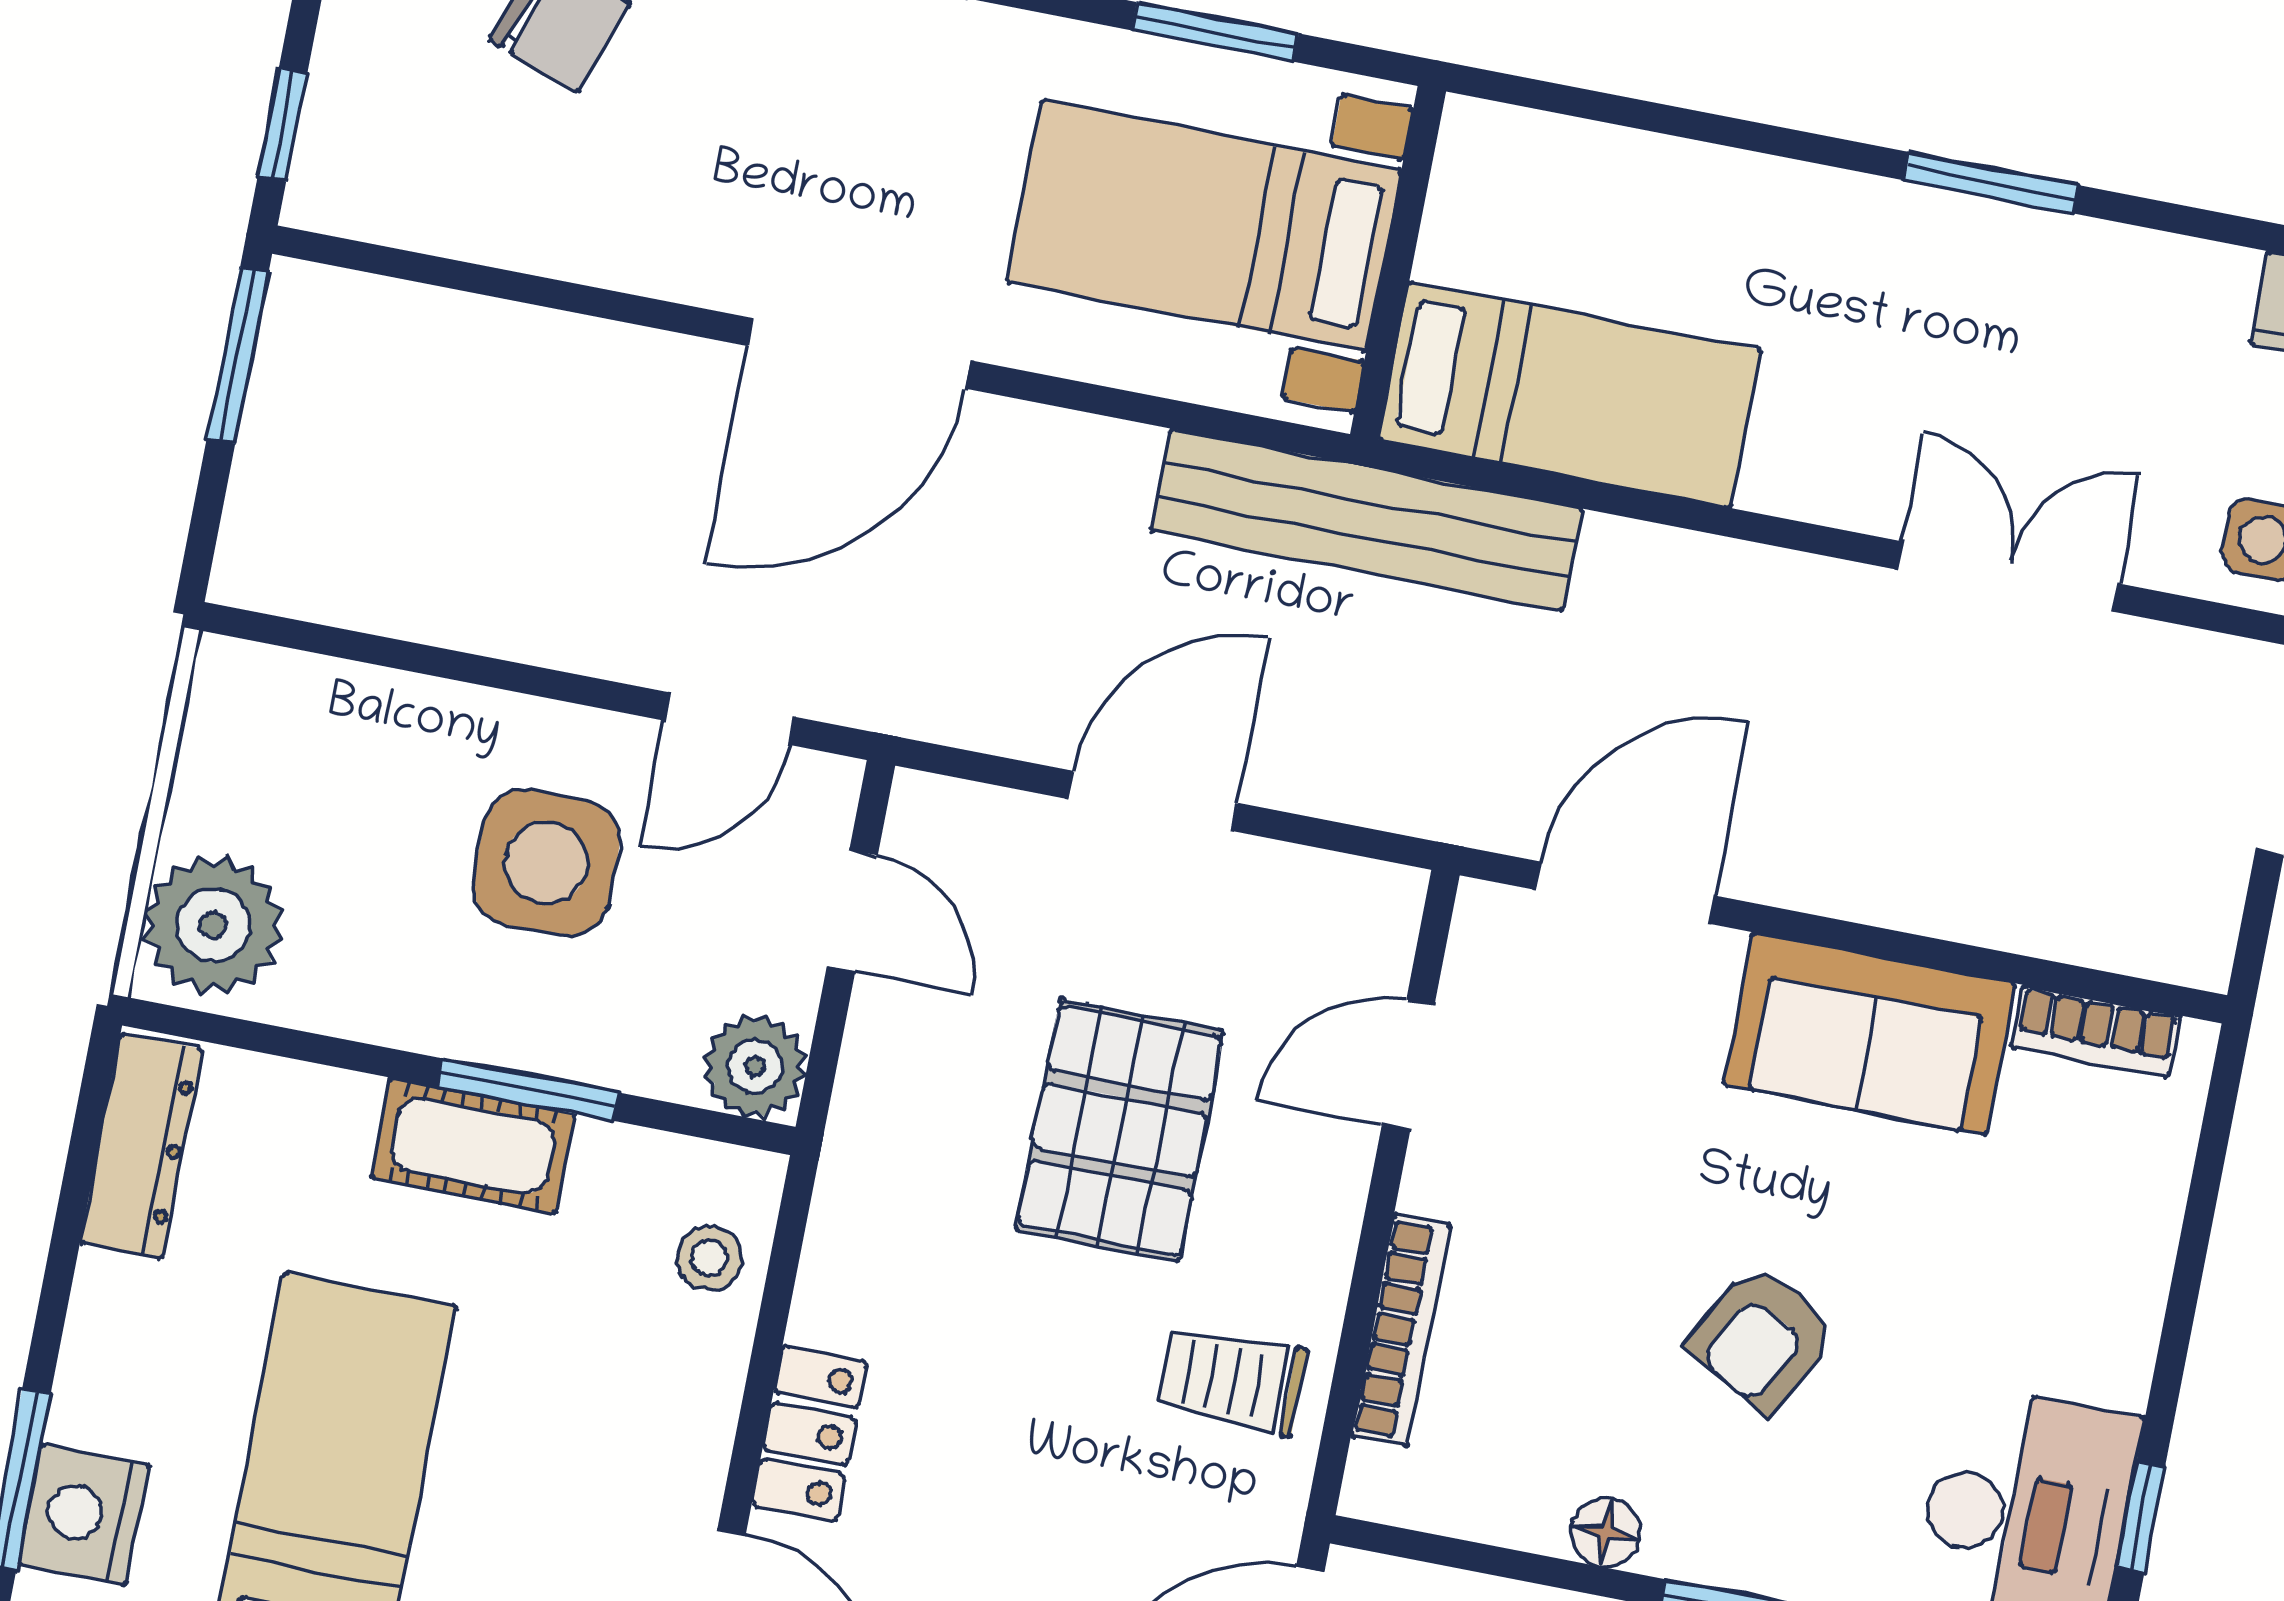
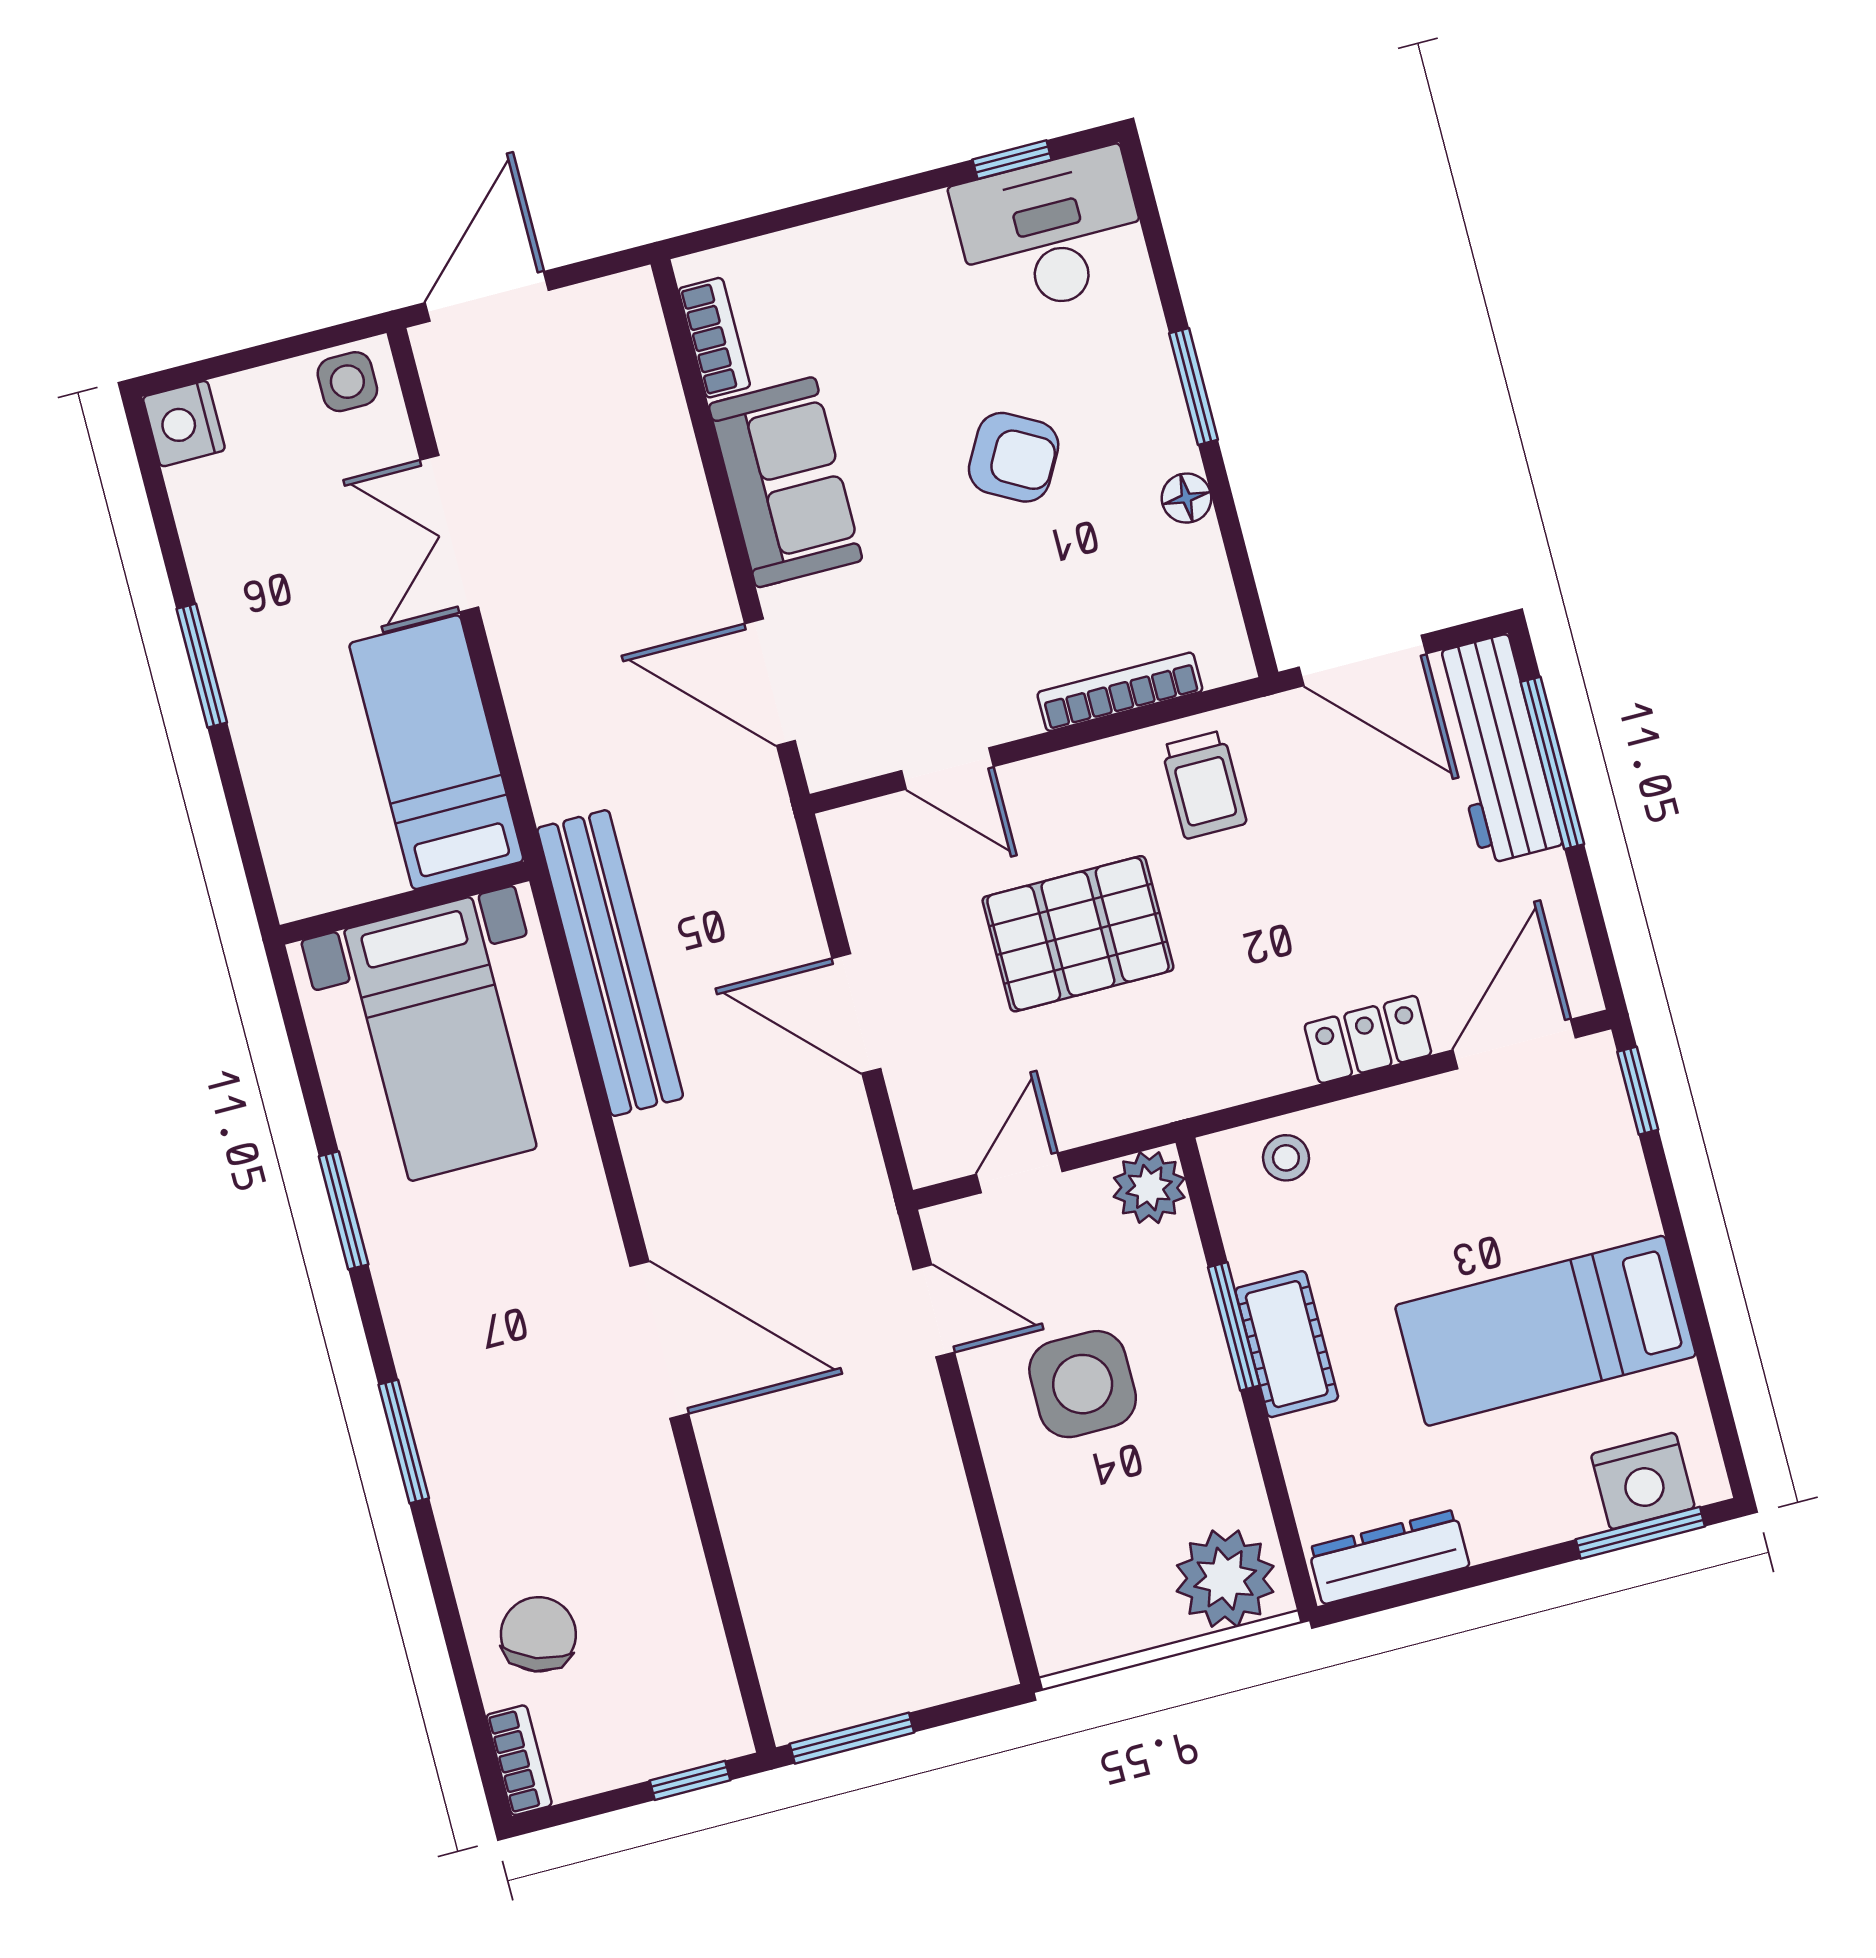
bed with nightstands: (1204, 226) -> (440, 1039), moved
wall: (1398, 263) -> (405, 903), moved
bed: (1570, 395) -> (436, 752), moved

